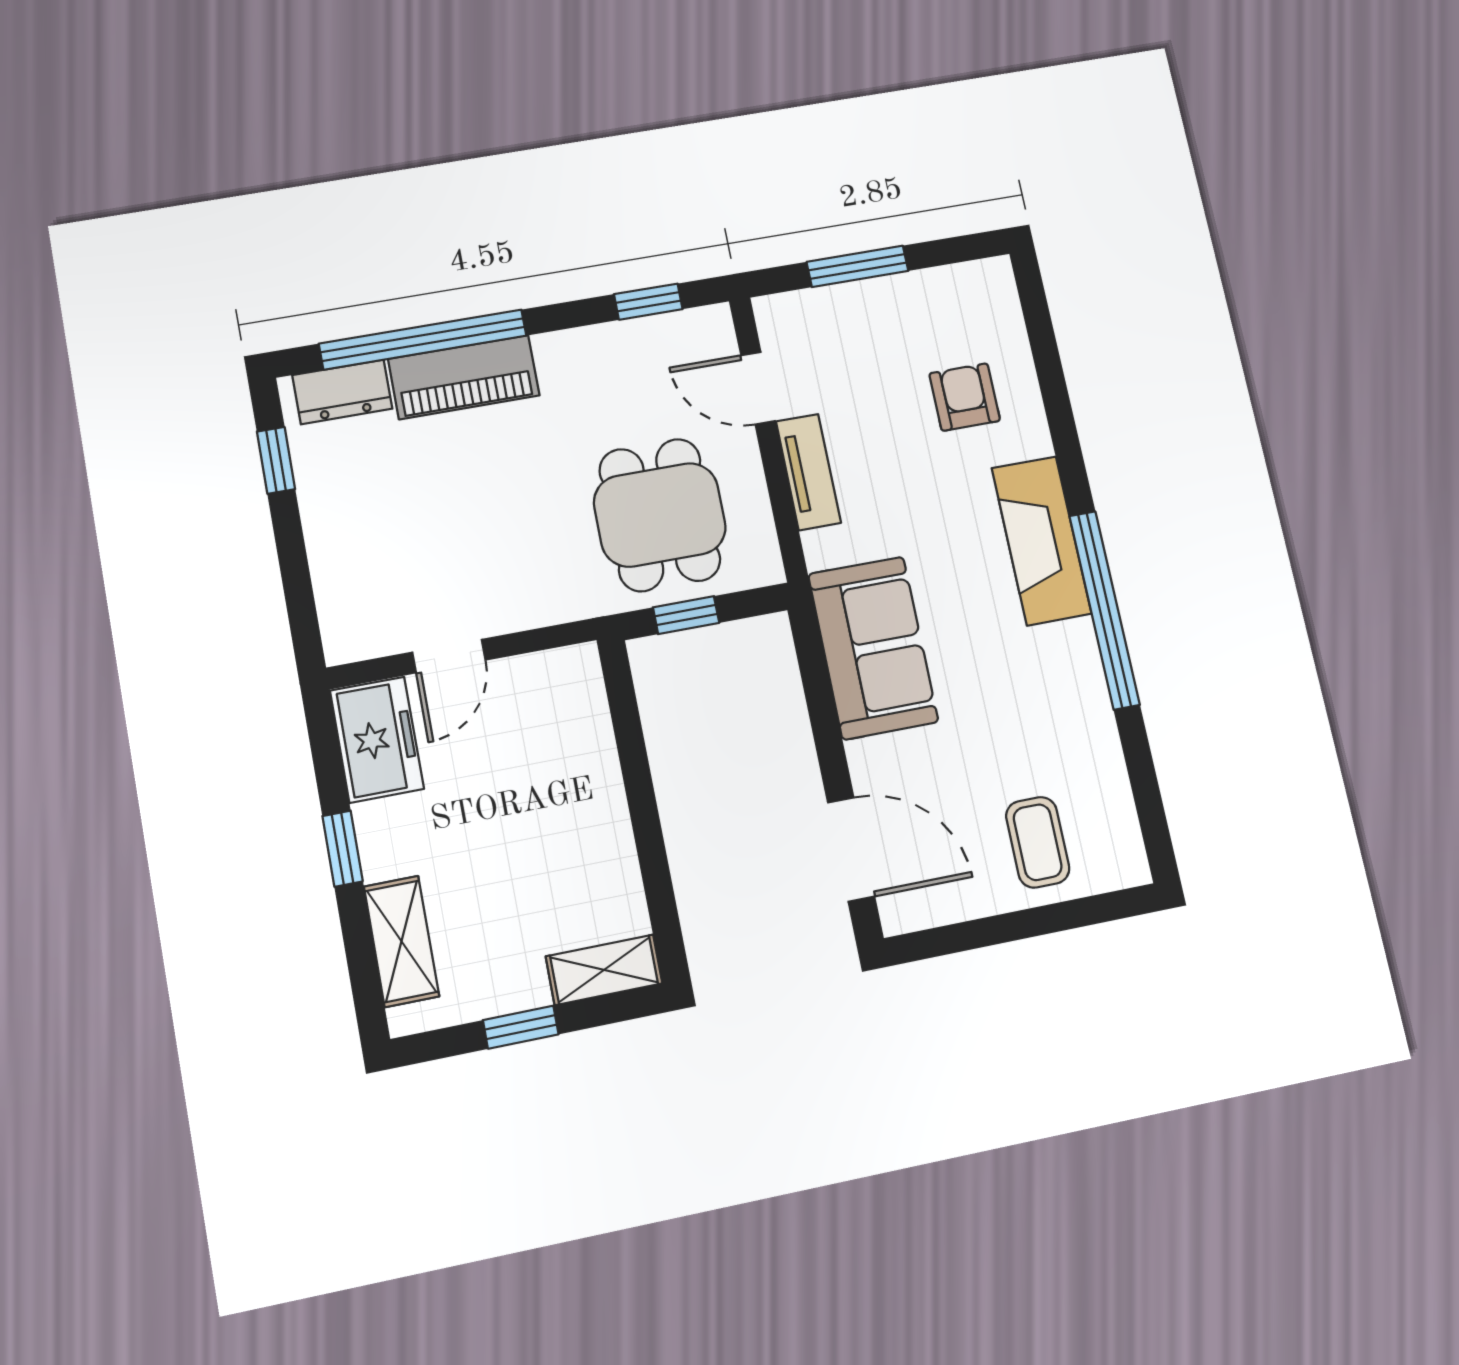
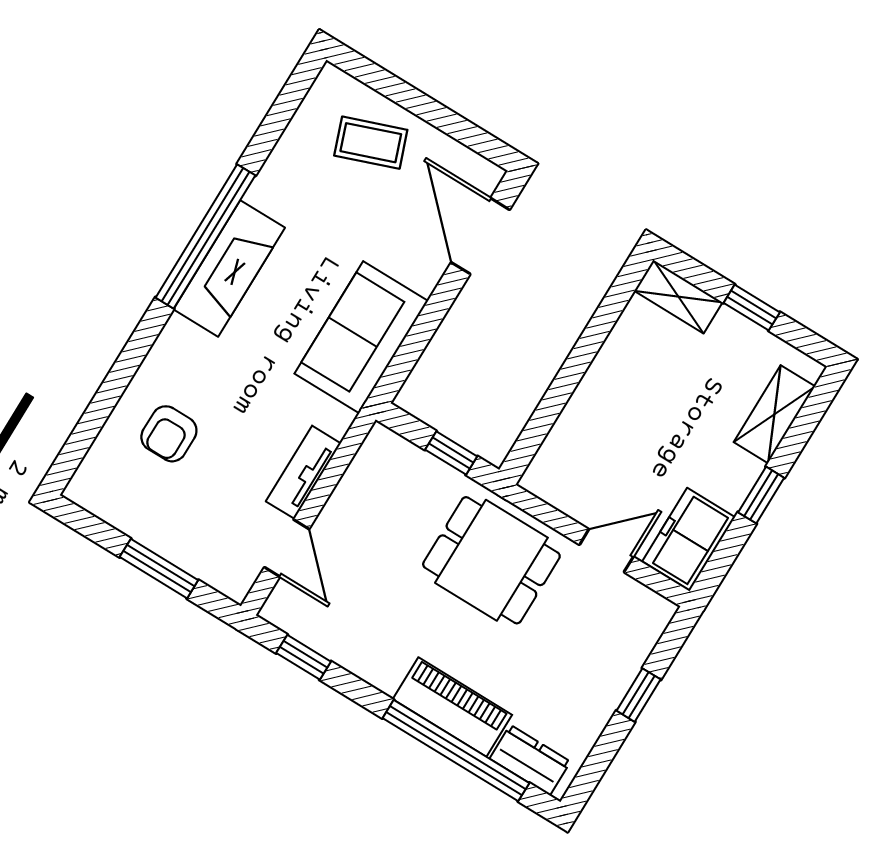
window: (276, 460) -> (639, 695), moved
dining table: (660, 515) -> (491, 560), moved, turned 90
fireplace: (1041, 541) -> (229, 268), moved
coffee table: (1038, 842) -> (371, 143), turned 70

